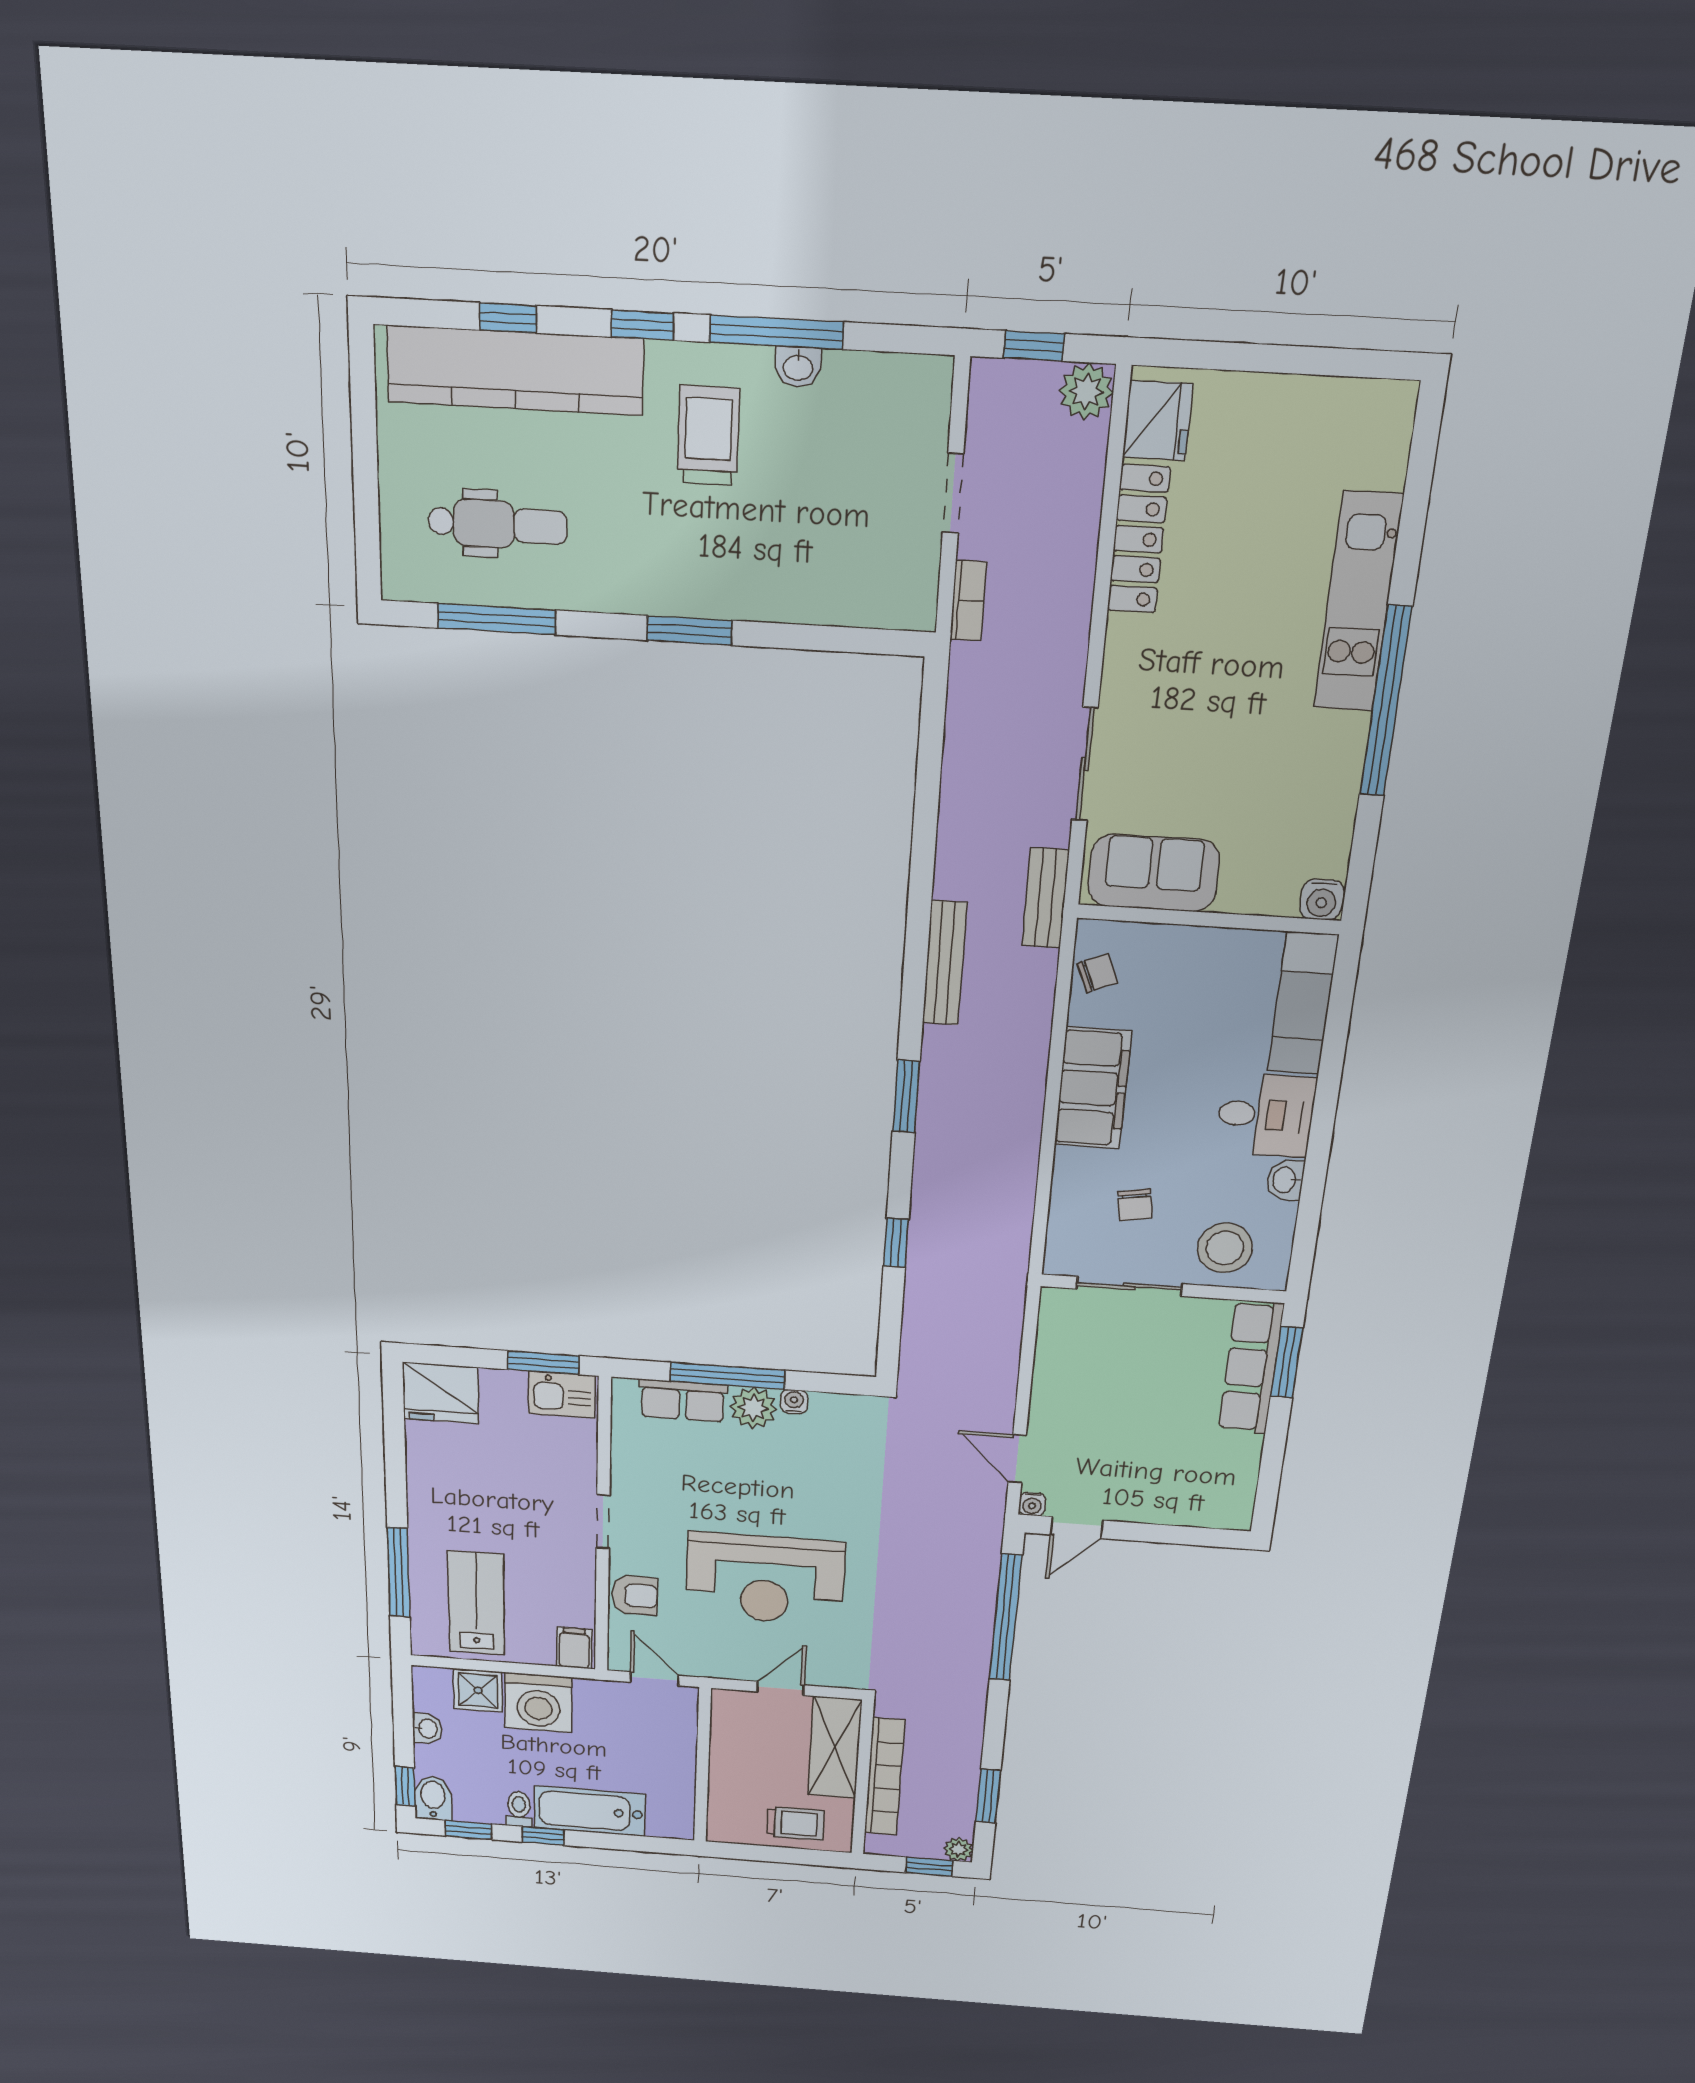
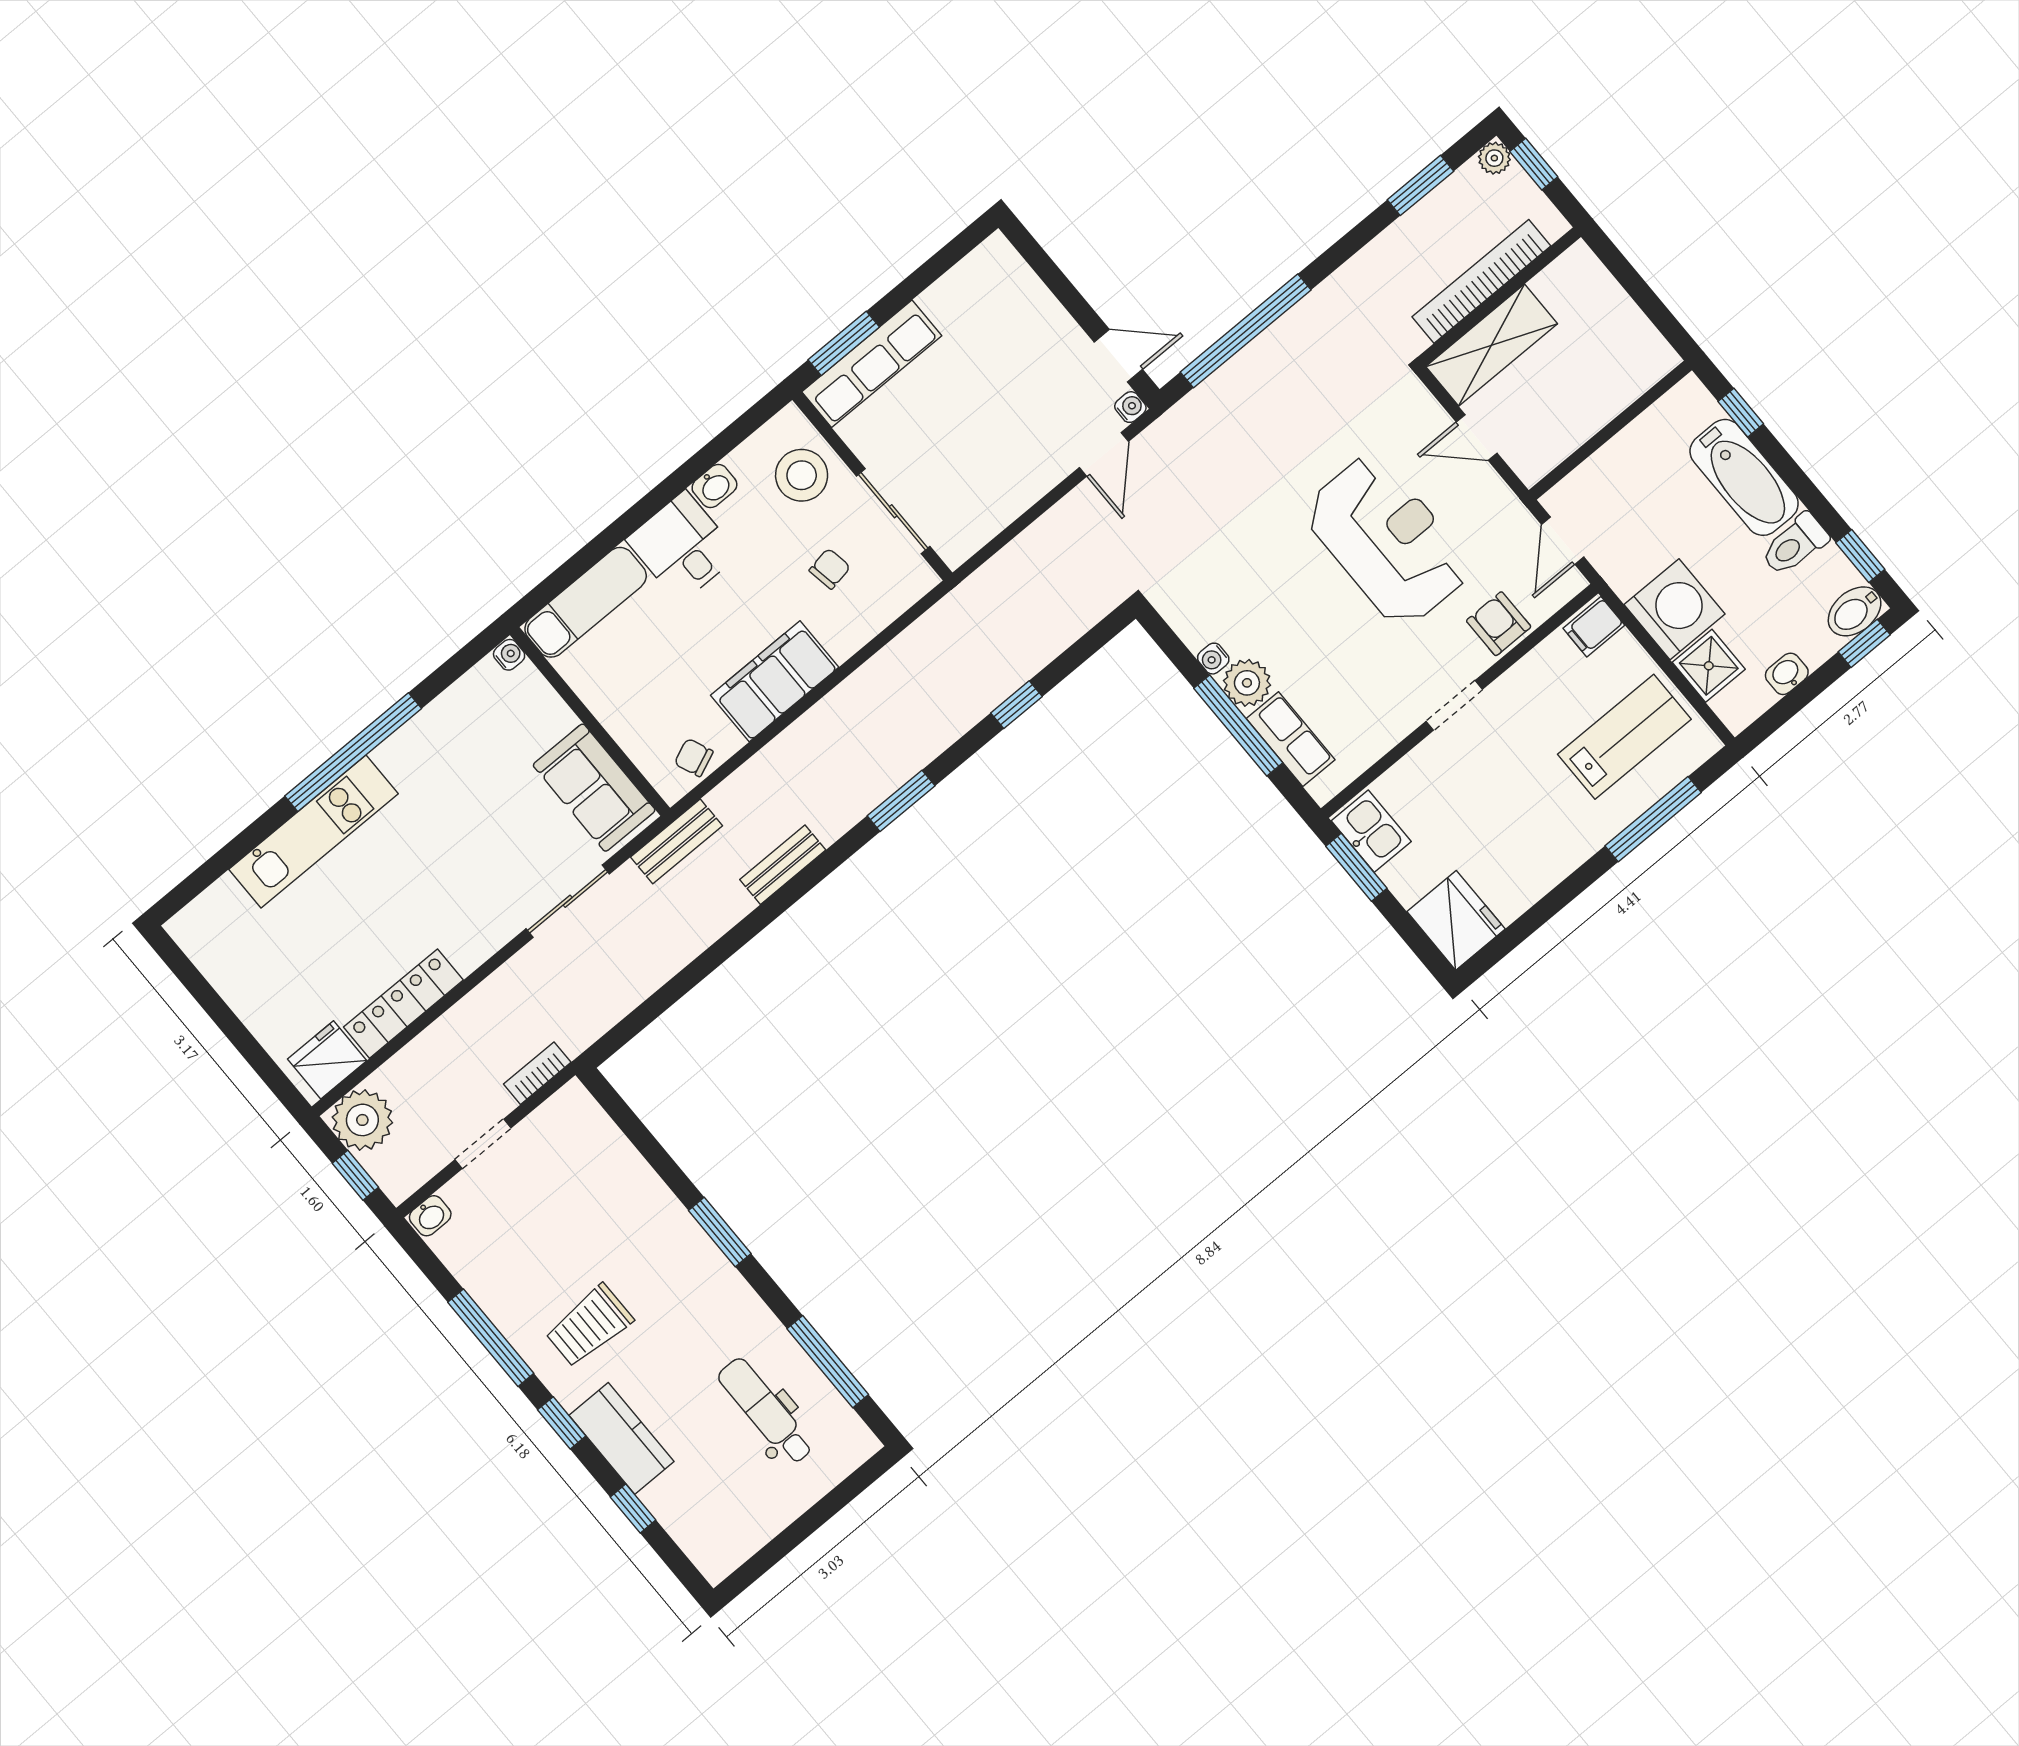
washbasin: (798, 367) -> (430, 1216), moved, turned 90
kitchen counter: (515, 370) -> (622, 1438), width x0.48, depth x0.86
plant: (1086, 391) -> (362, 1120), width x1.36, depth x1.36
water cooler: (1322, 900) -> (509, 655), width x0.72, depth x0.72
bench: (945, 963) -> (783, 865), width x0.73
lab bench: (476, 1603) -> (1624, 737), turned 180
toilet: (519, 1809) -> (1795, 544), width x1.37, depth x1.39
trolley: (795, 1823) -> (1596, 308), removed
window: (543, 1836) -> (1741, 413), moved

